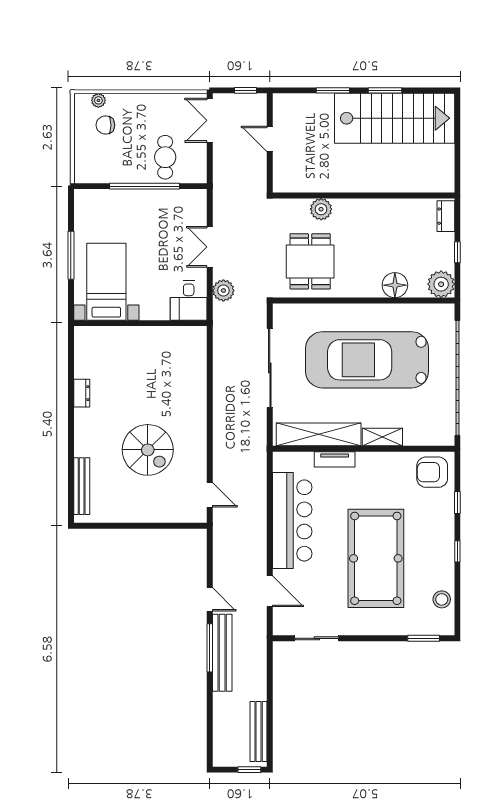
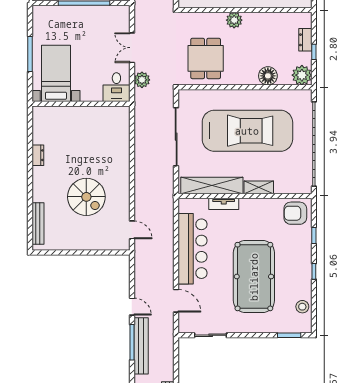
plant: (321, 209) -> (234, 20), moved
dresser: (446, 216) -> (305, 40), moved
car: (367, 360) -> (247, 131), turned 180

